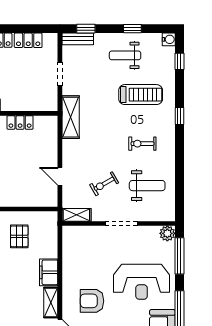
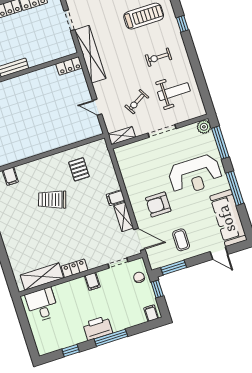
shelving: (71, 117) -> (90, 54), width x1.47
locker: (20, 122) -> (69, 66), moved
filing cabinet: (49, 272) -> (116, 198), width x0.50

